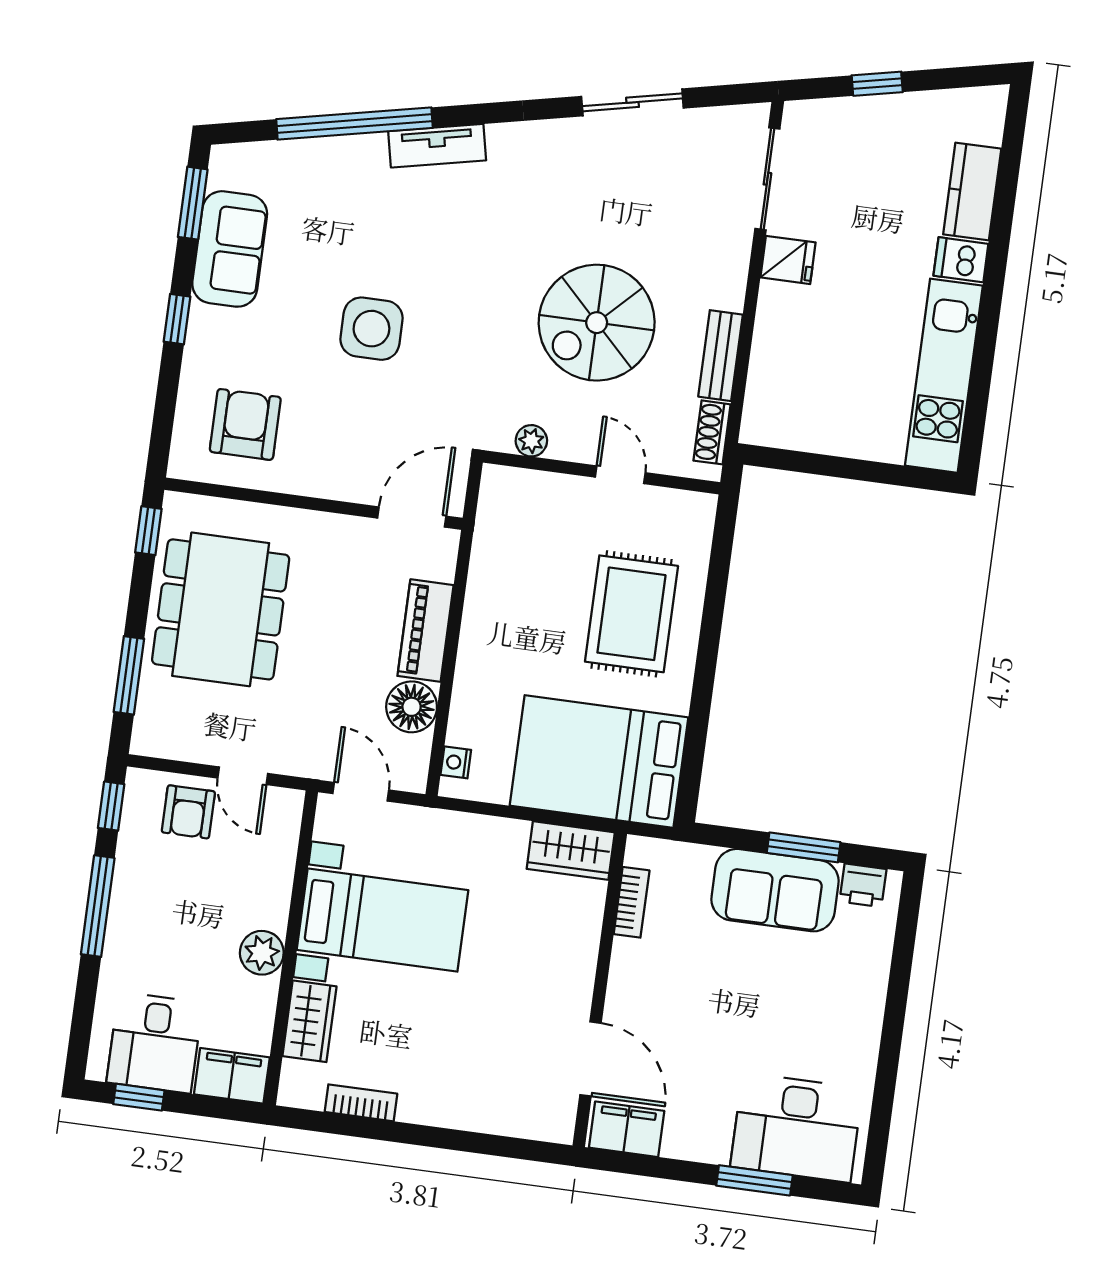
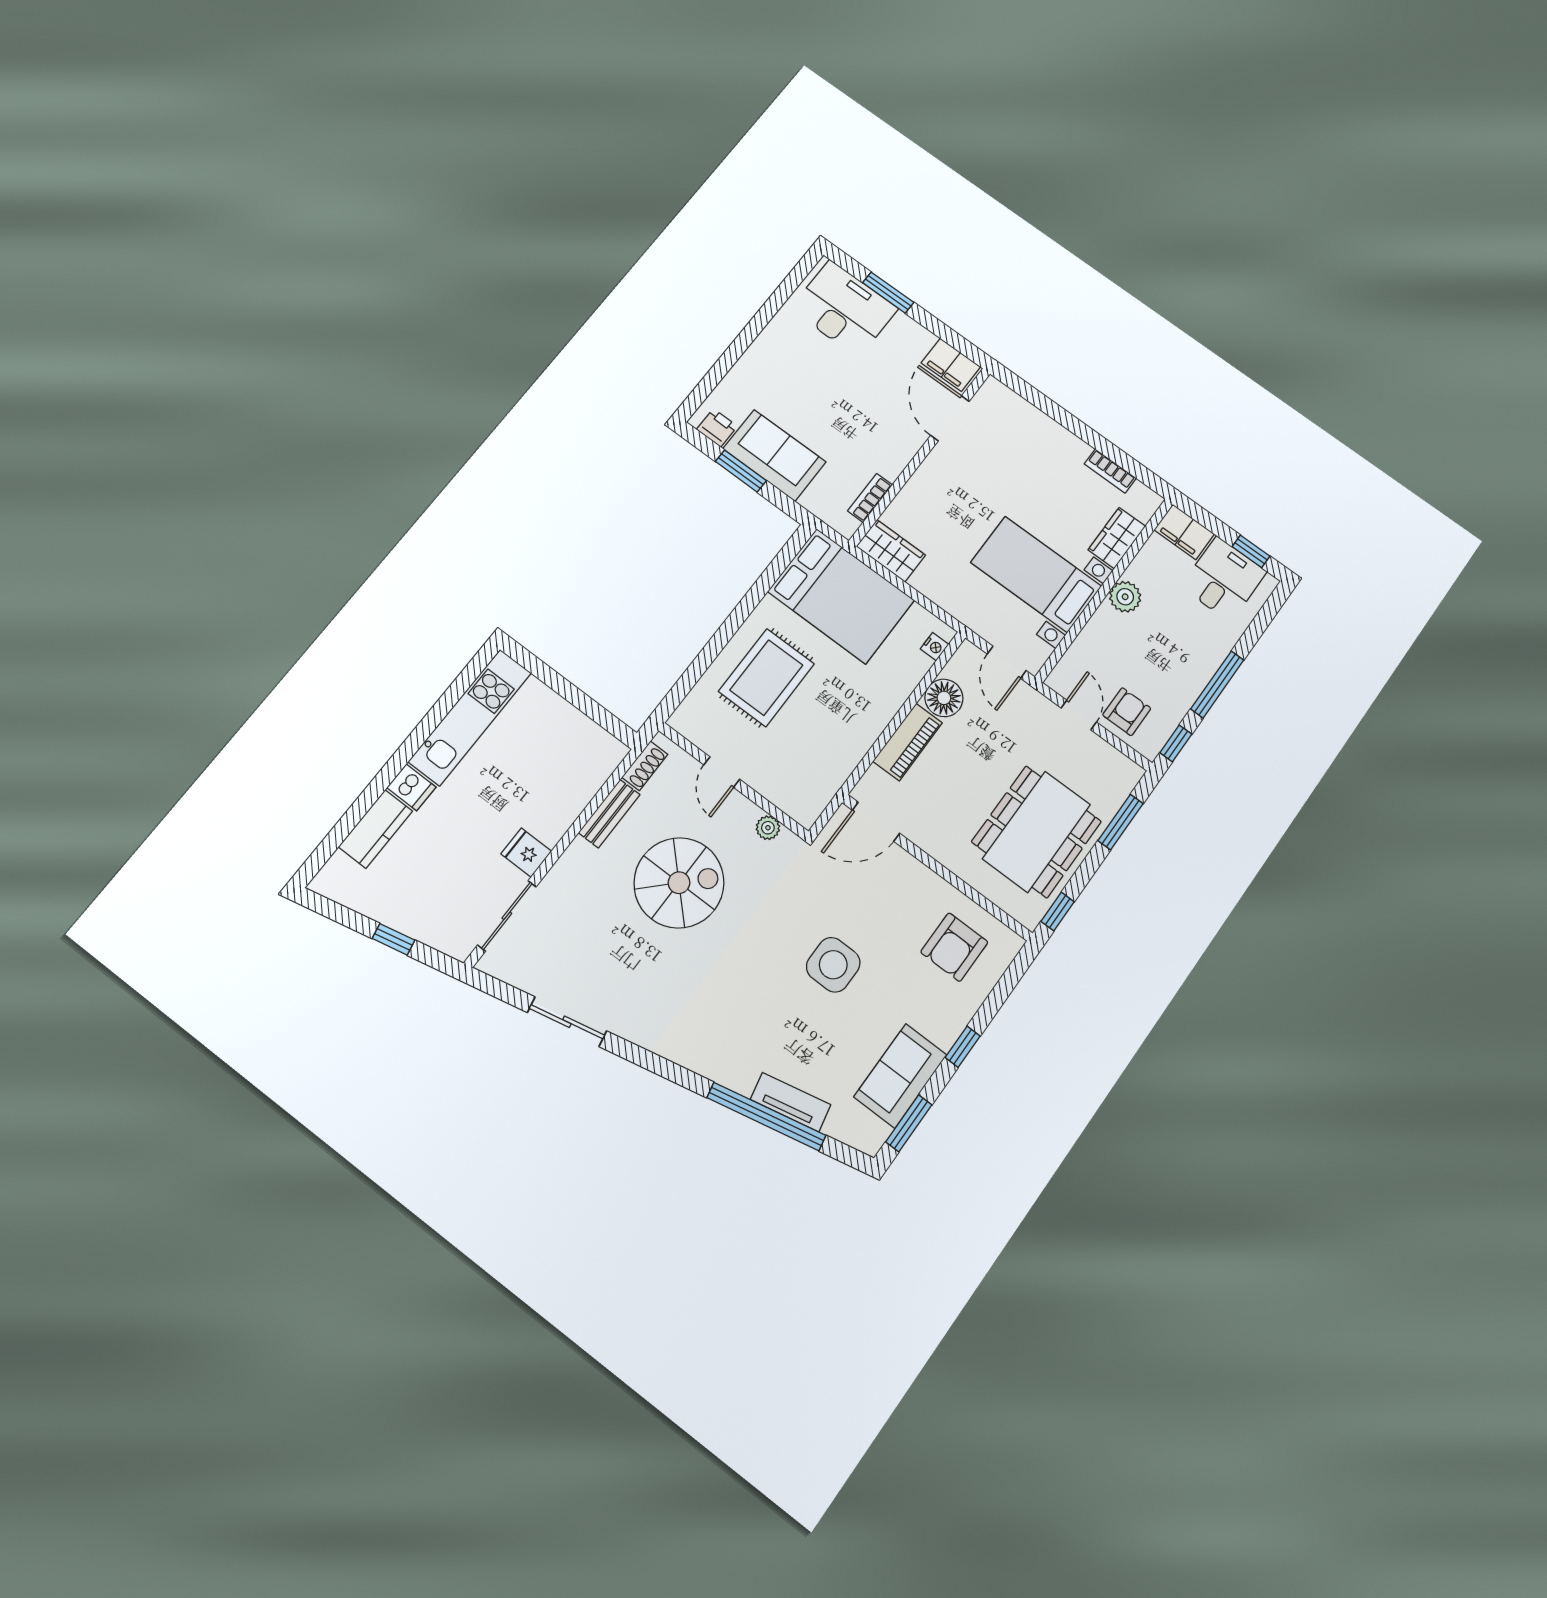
tv unit: (437, 146) -> (790, 1102), moved

